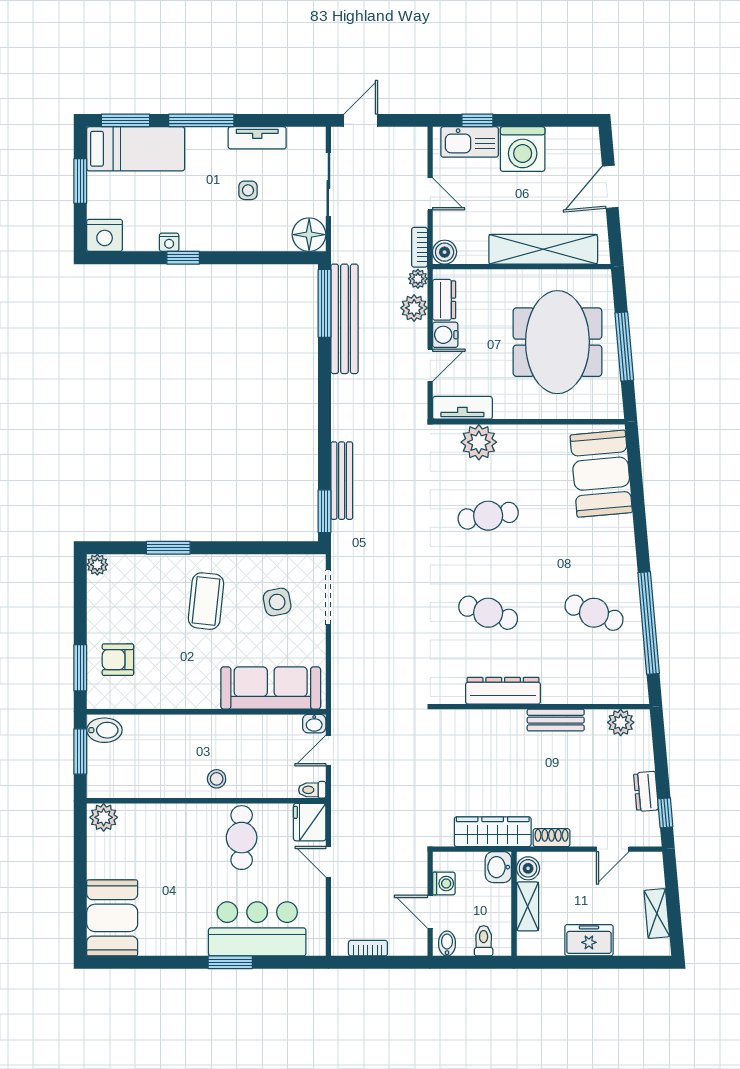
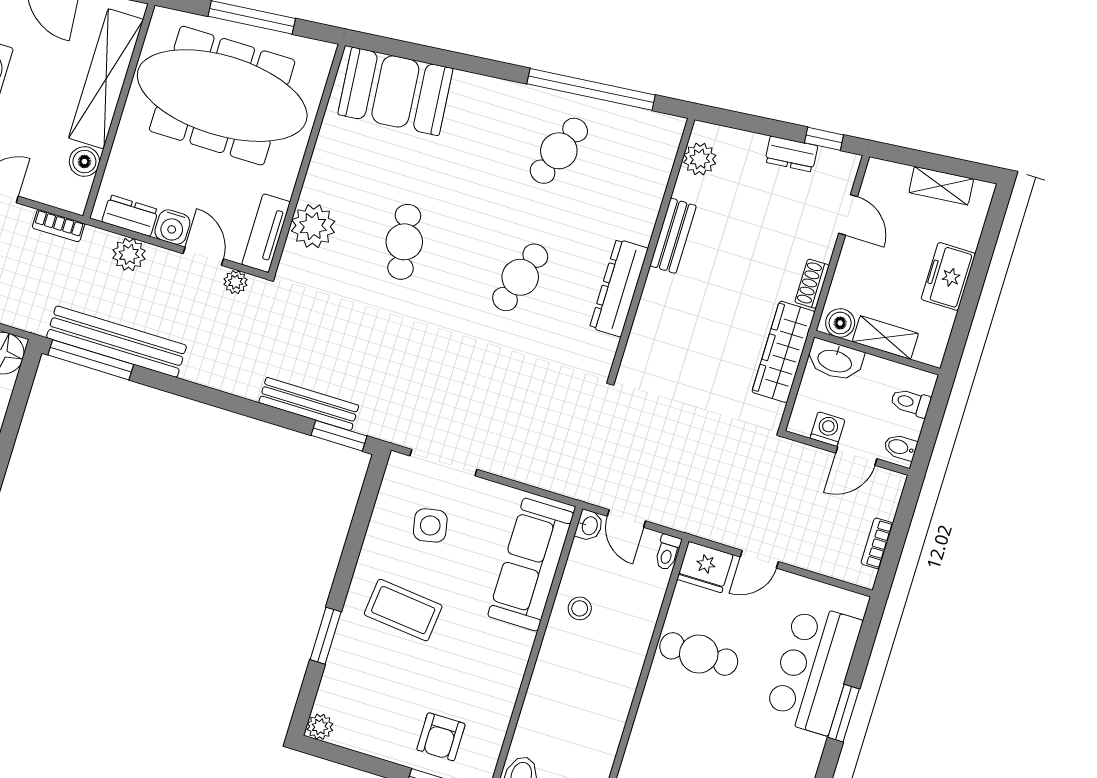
boiler: (445, 252) -> (84, 162), moved
plant: (418, 279) -> (235, 282), moved
meeting table: (557, 342) -> (222, 96), width x1.36
stool: (217, 779) -> (580, 608), moved
washbasin: (498, 867) -> (835, 360), width x1.38

